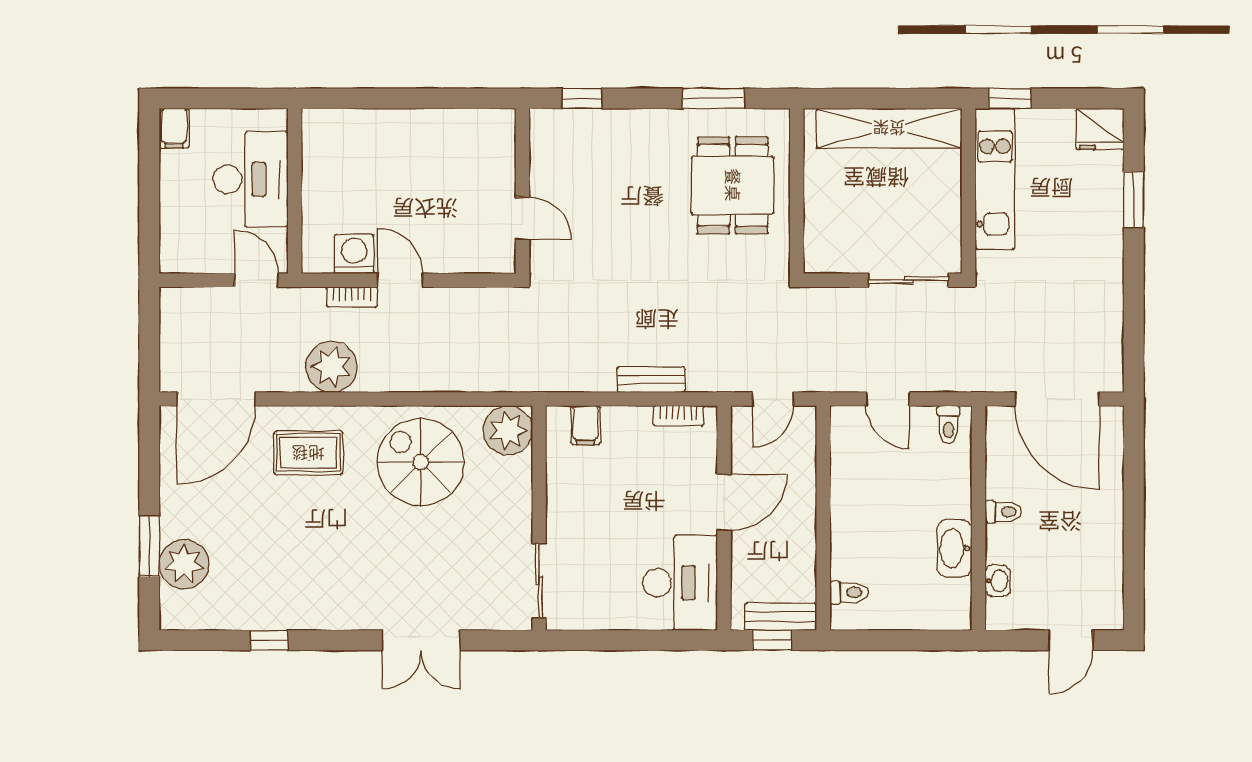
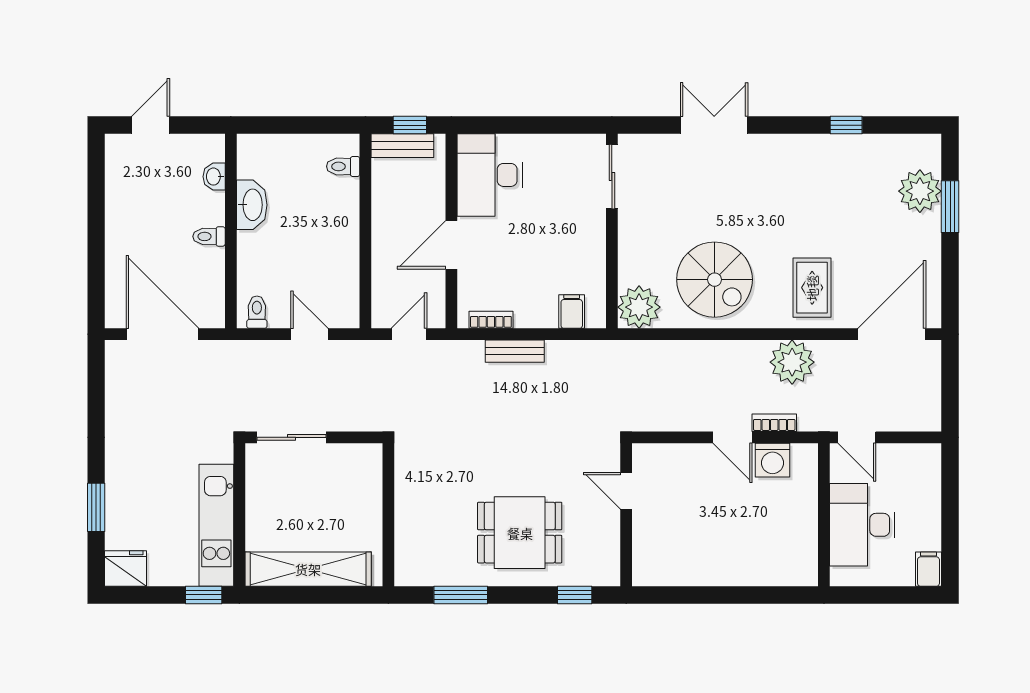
dining table: (733, 185) -> (520, 533), moved, turned 90
rug: (308, 453) -> (812, 288), turned 90

